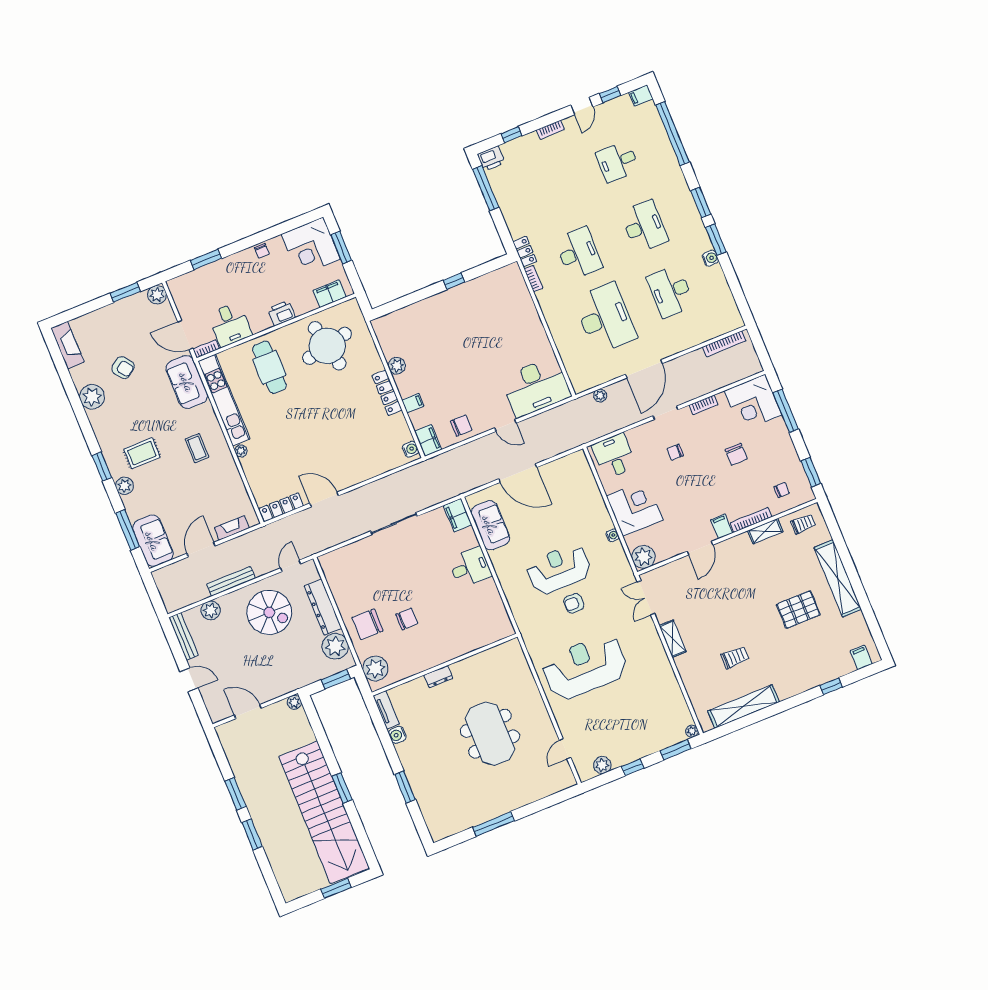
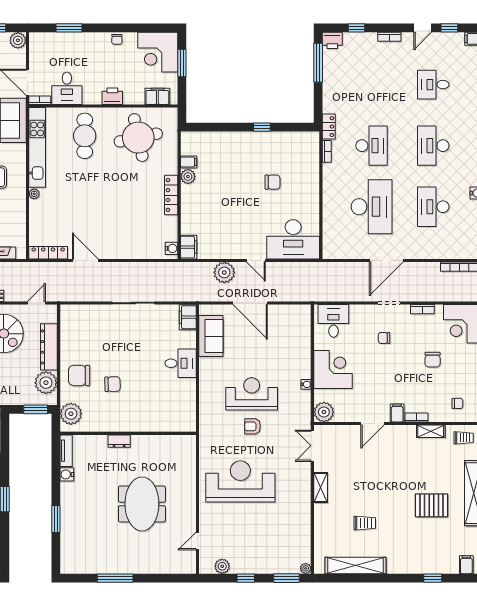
desk: (644, 226) -> (433, 146), turned 180
plant: (600, 396) -> (224, 272), moved, width x1.87, depth x1.87
filing cabinet: (413, 403) -> (189, 162), moved
chair: (461, 426) -> (273, 182), moved
bookcase: (751, 520) -> (416, 418), width x0.64

